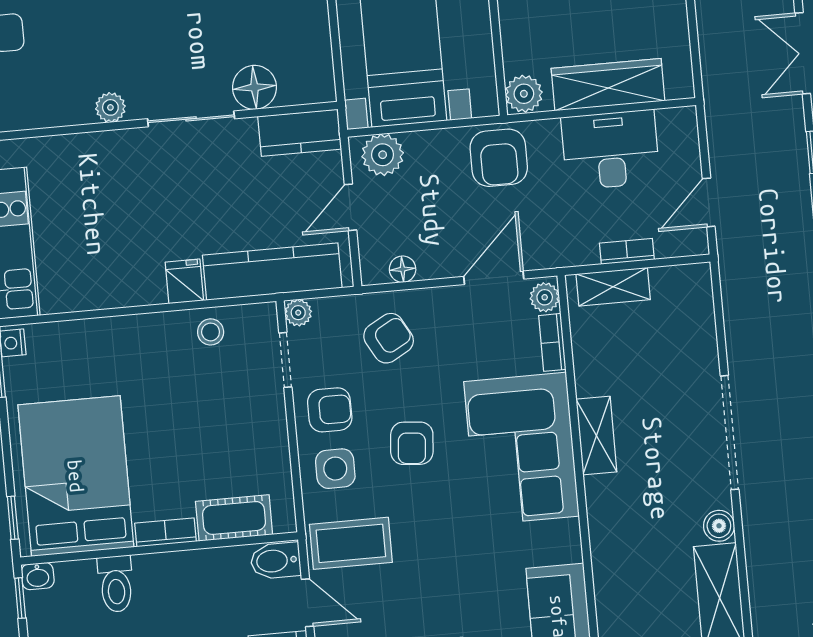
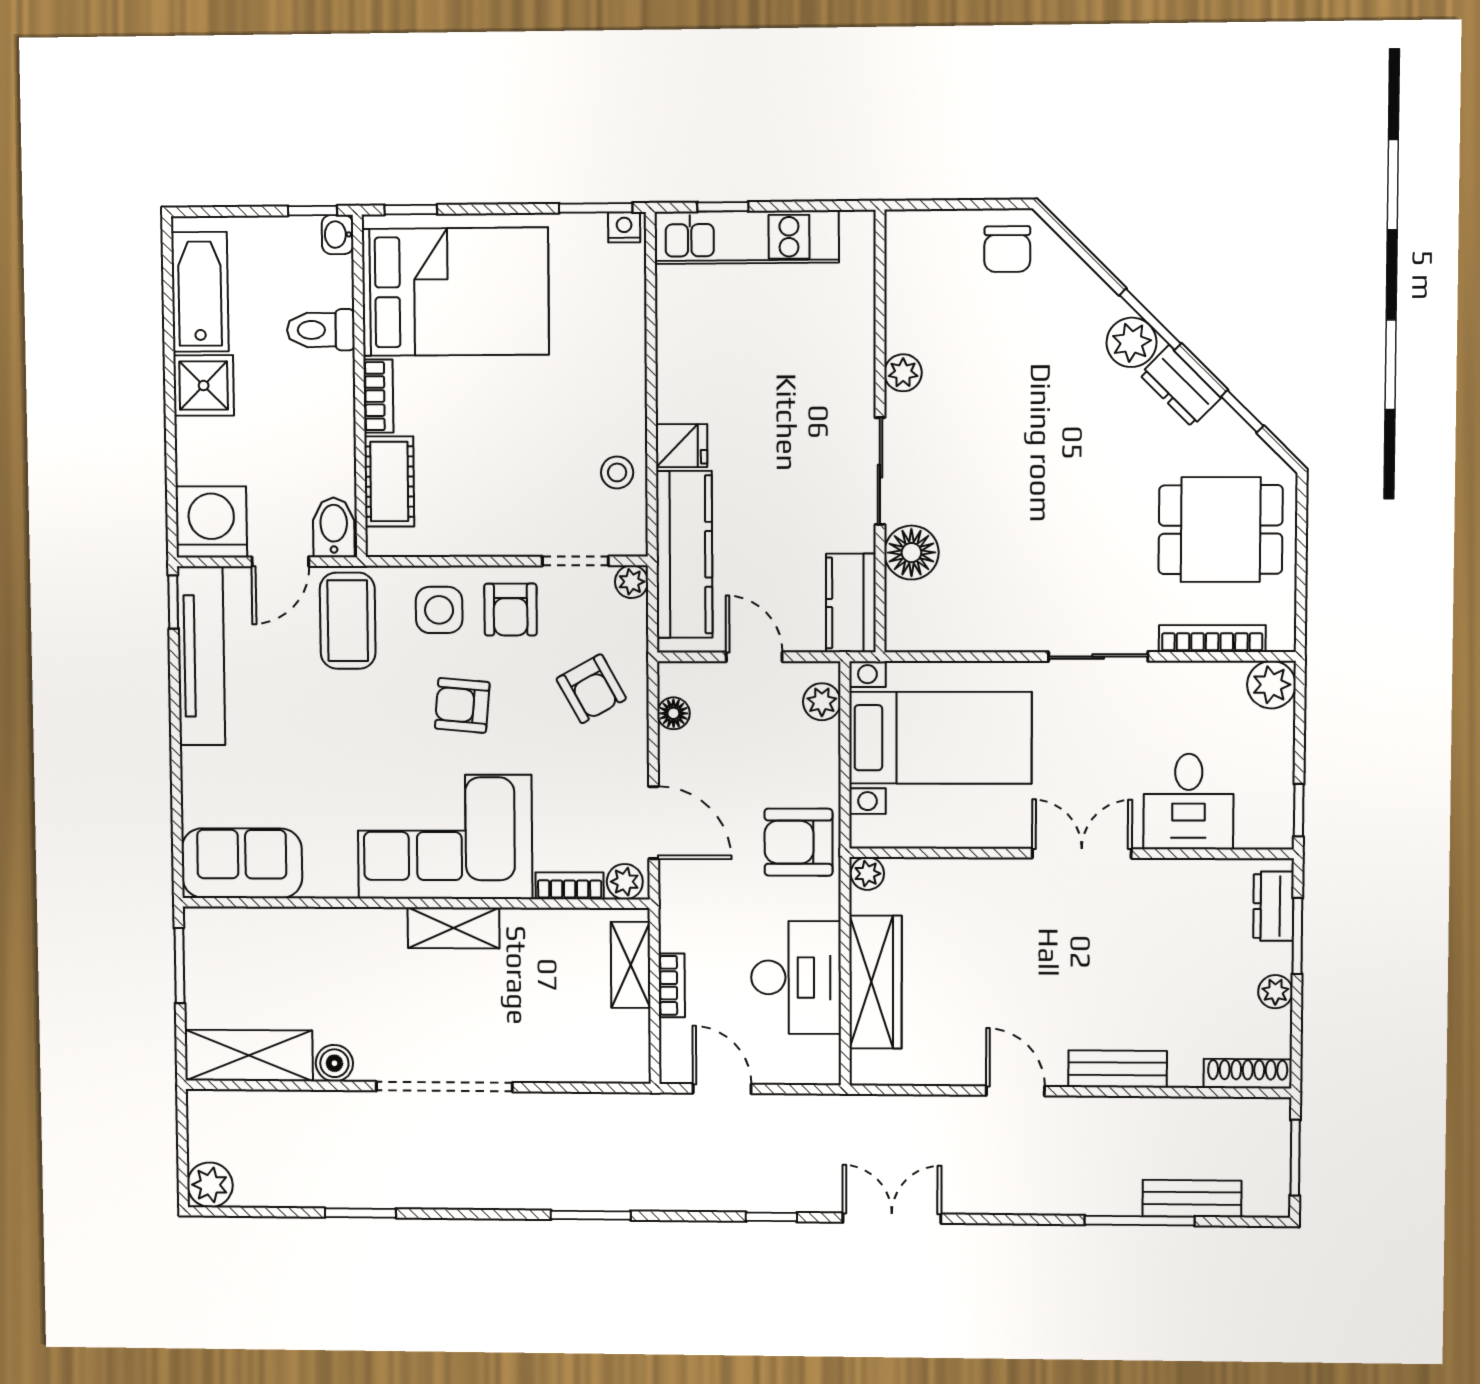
plant: (524, 94) -> (867, 874), width x0.73, depth x0.73
plant: (383, 155) -> (822, 702), width x0.73, depth x0.73

